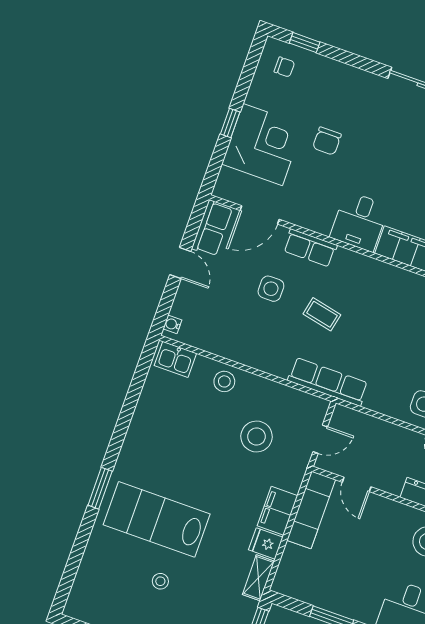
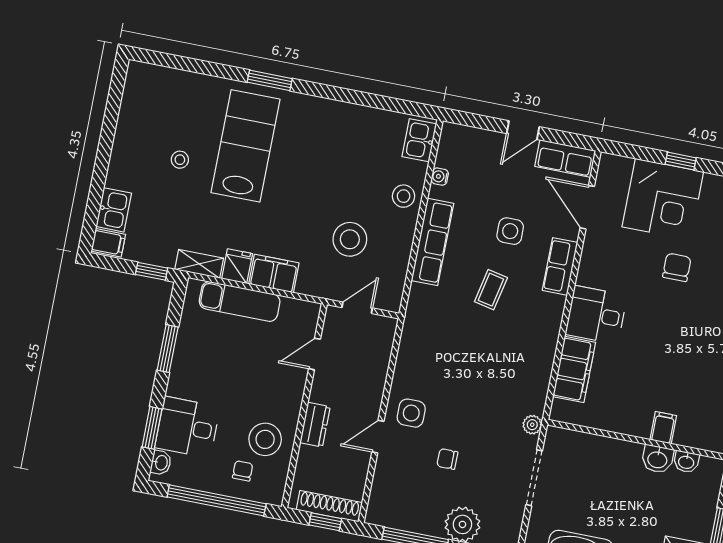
chair: (327, 141) -> (677, 267), turned 90
water cooler: (172, 324) -> (440, 177), moved, turned -90
row of seats: (328, 382) -> (432, 242), moved
door: (320, 439) -> (357, 308), swing flipped
exam couch: (311, 510) -> (240, 301), moved

